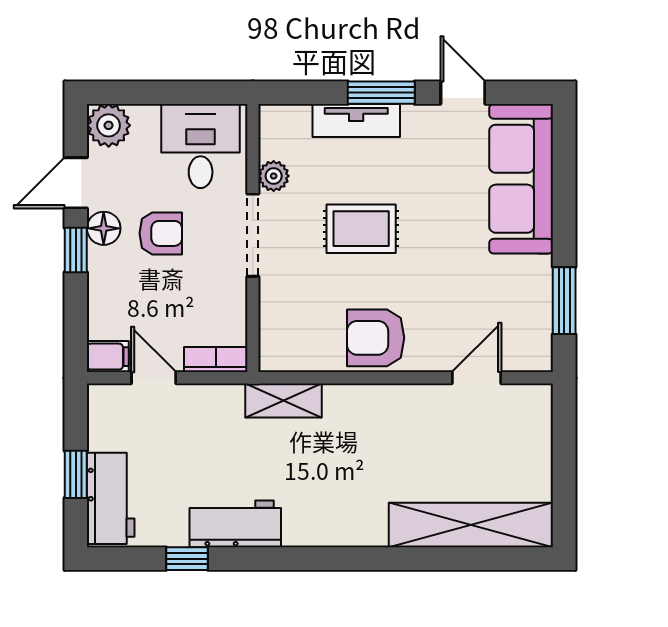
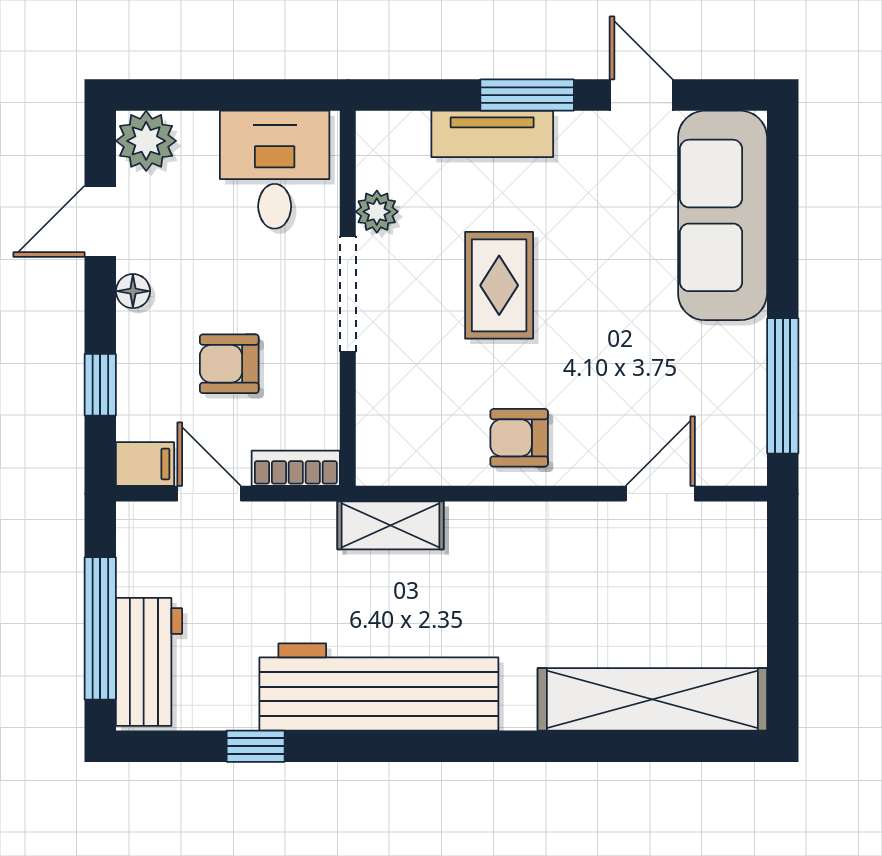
floor lamp: (104, 228) -> (133, 291), width x0.73, depth x0.73
rug: (361, 229) -> (499, 285), turned 90
armchair: (161, 233) -> (229, 364), moved, turned 180
window: (76, 250) -> (100, 385), moved
window: (564, 301) -> (783, 386), width x1.44
armchair: (376, 338) -> (519, 438), width x0.72, depth x0.72
window: (76, 474) -> (100, 628), width x2.17
workbench: (235, 524) -> (379, 687), width x1.88, depth x1.32

